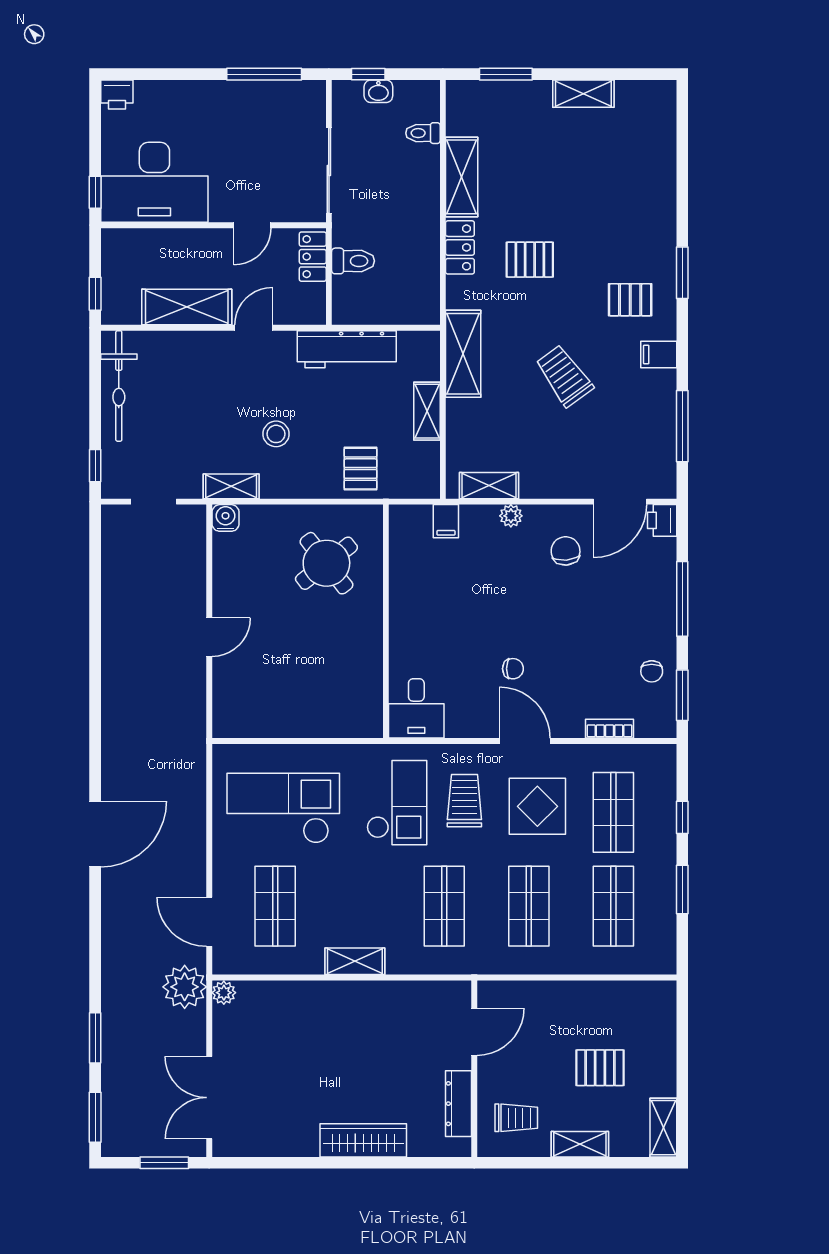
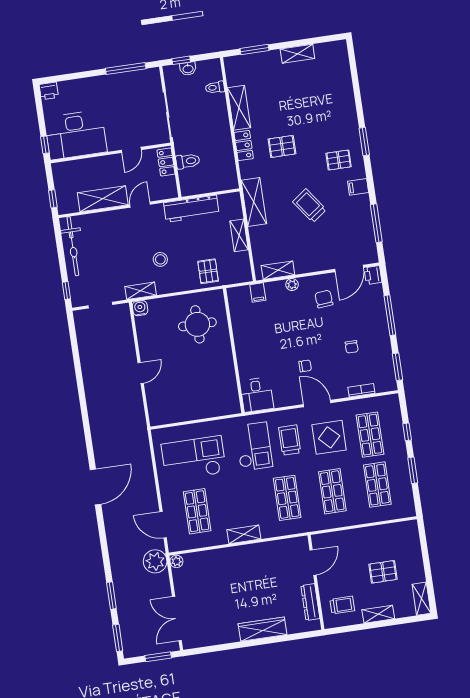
round table: (326, 563) -> (197, 324), turned 38
chair: (652, 671) -> (352, 347), moved

